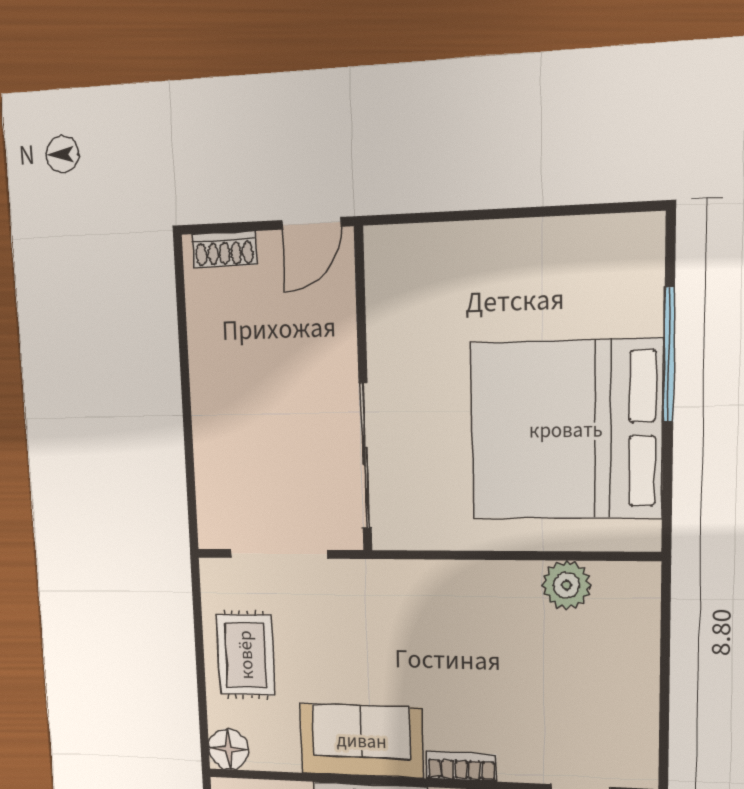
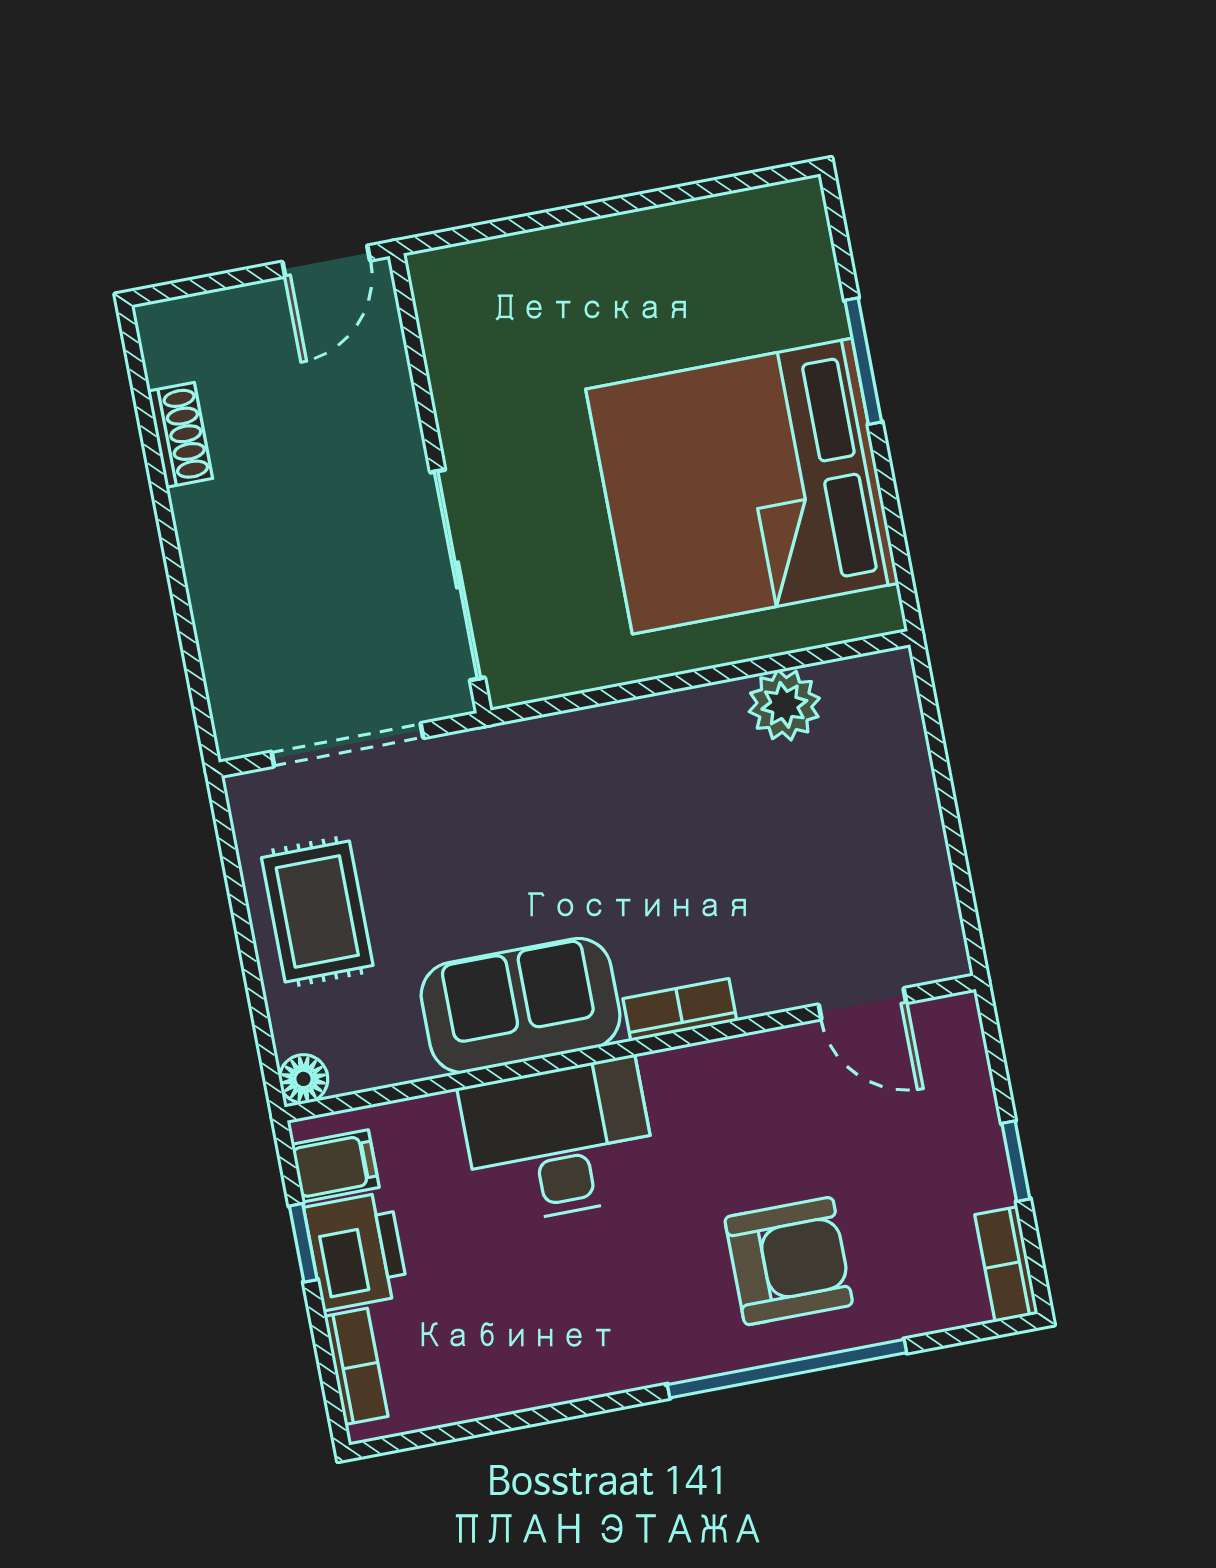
shoe rack: (224, 249) -> (180, 435), moved, turned -90
window: (669, 355) -> (863, 361), width x0.69
floor lamp: (229, 749) -> (304, 1079), width x0.73, depth x0.73

